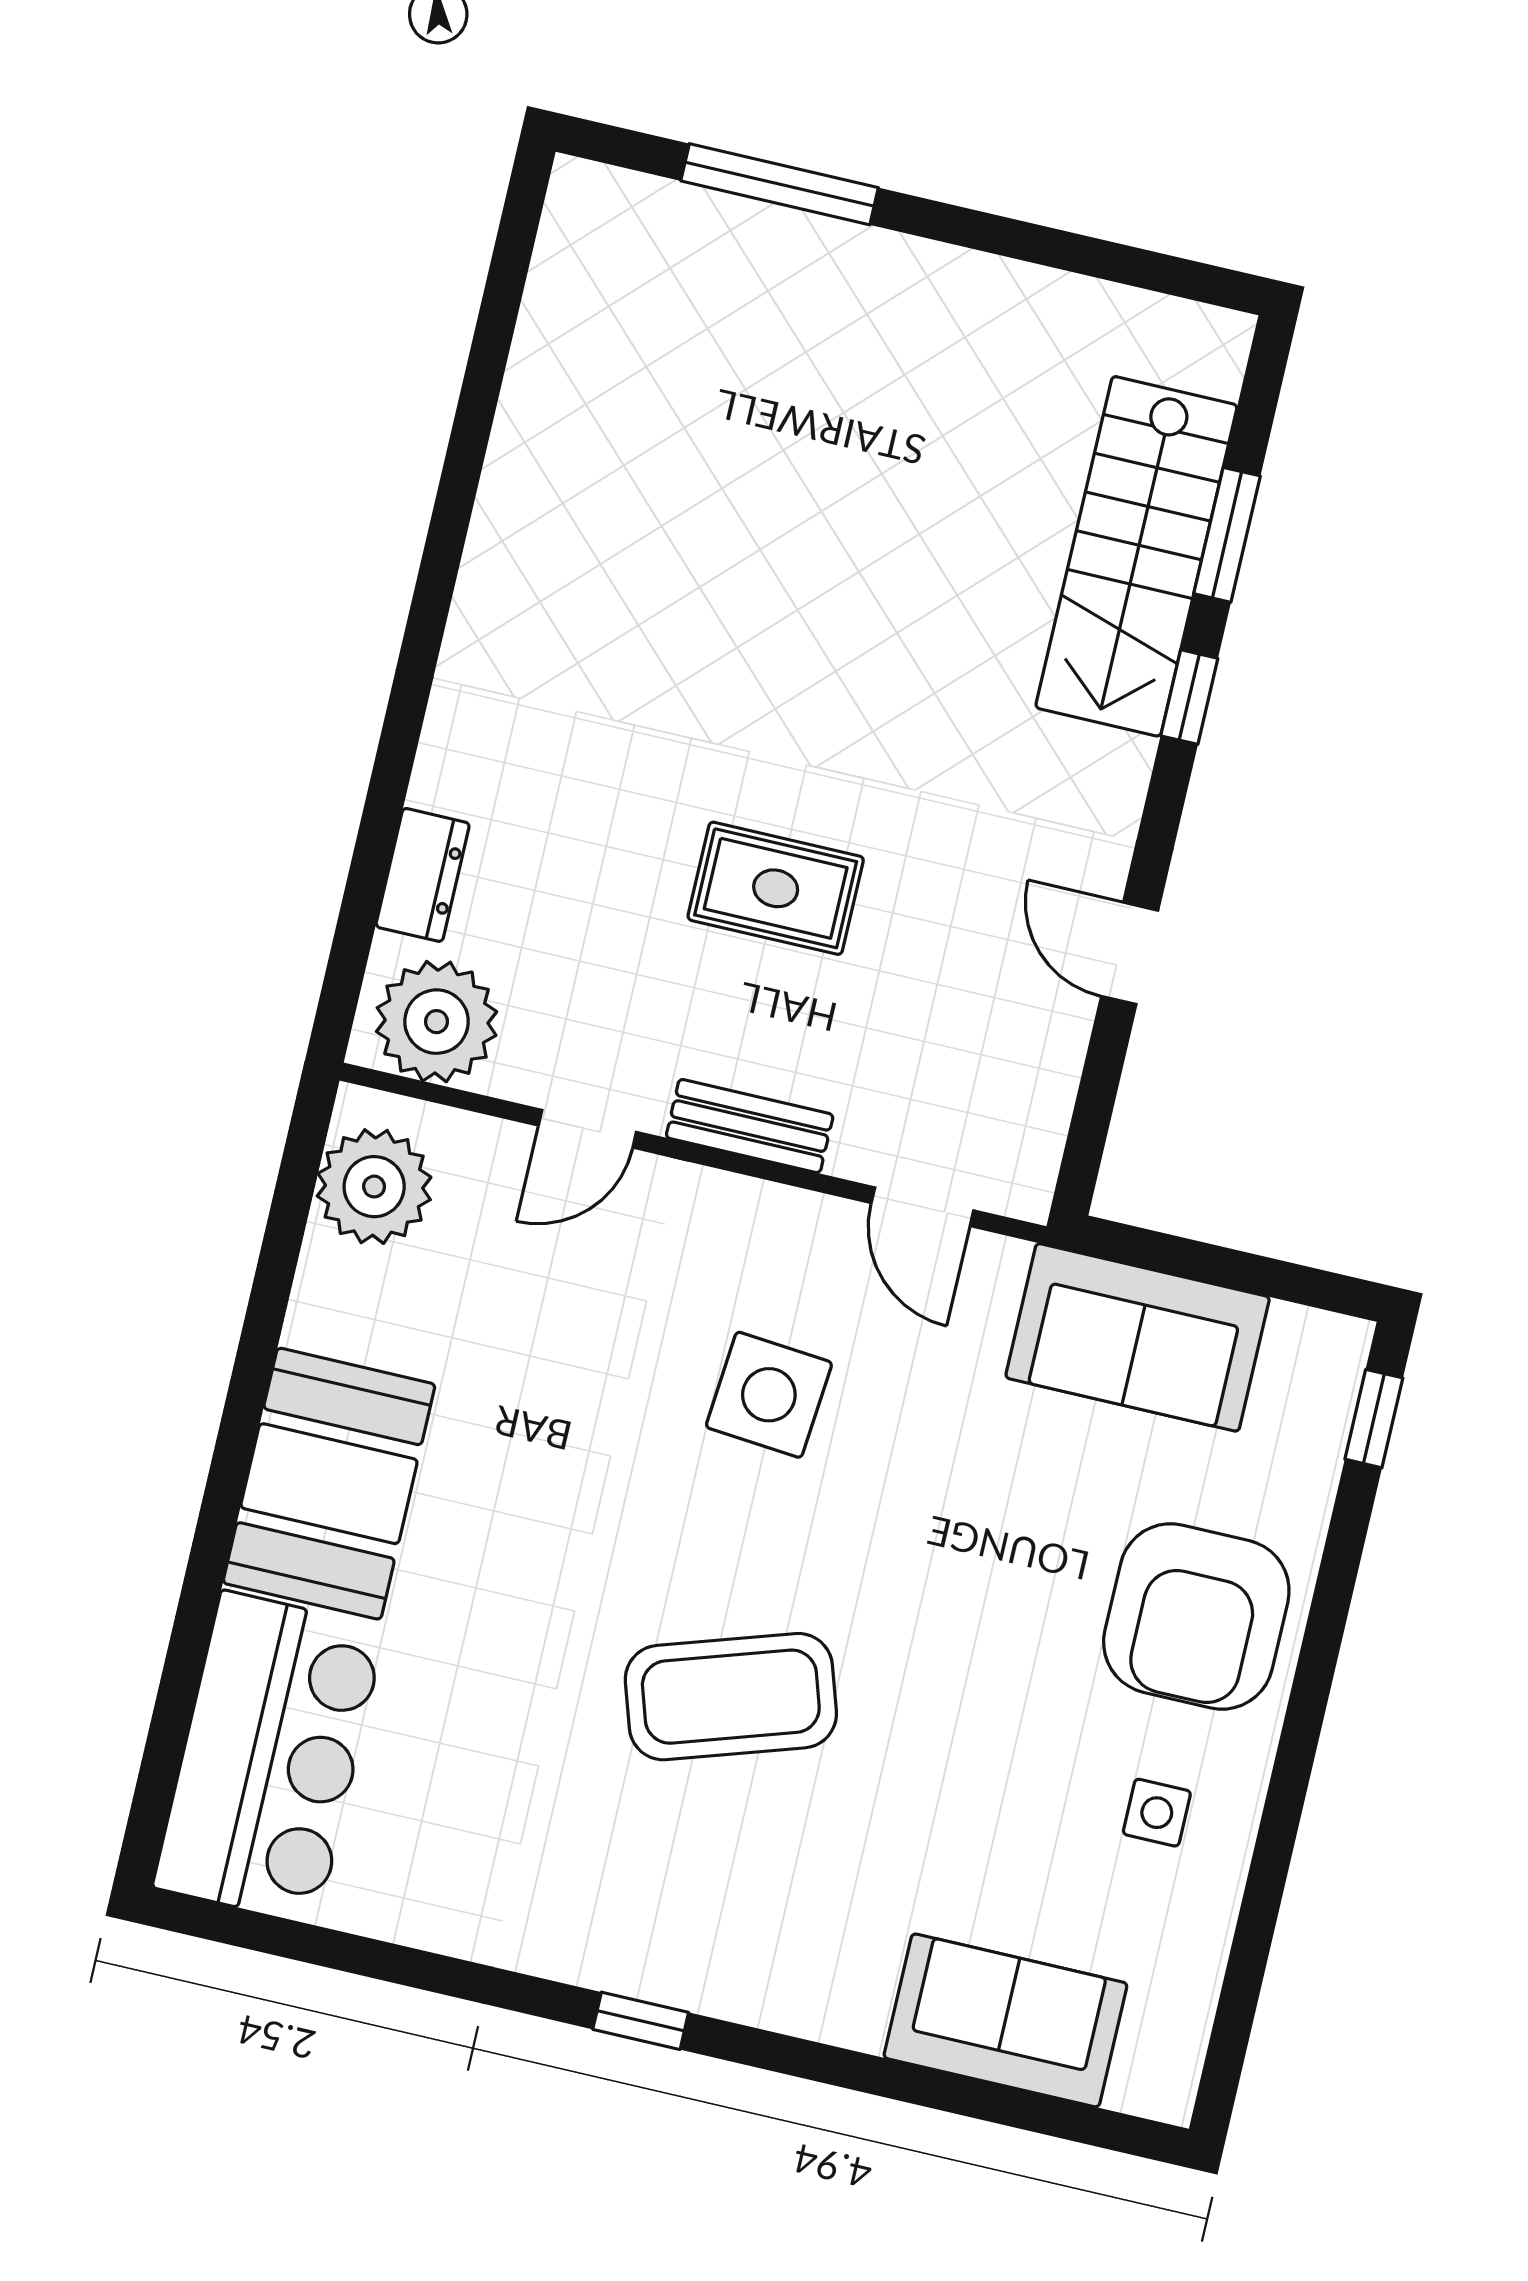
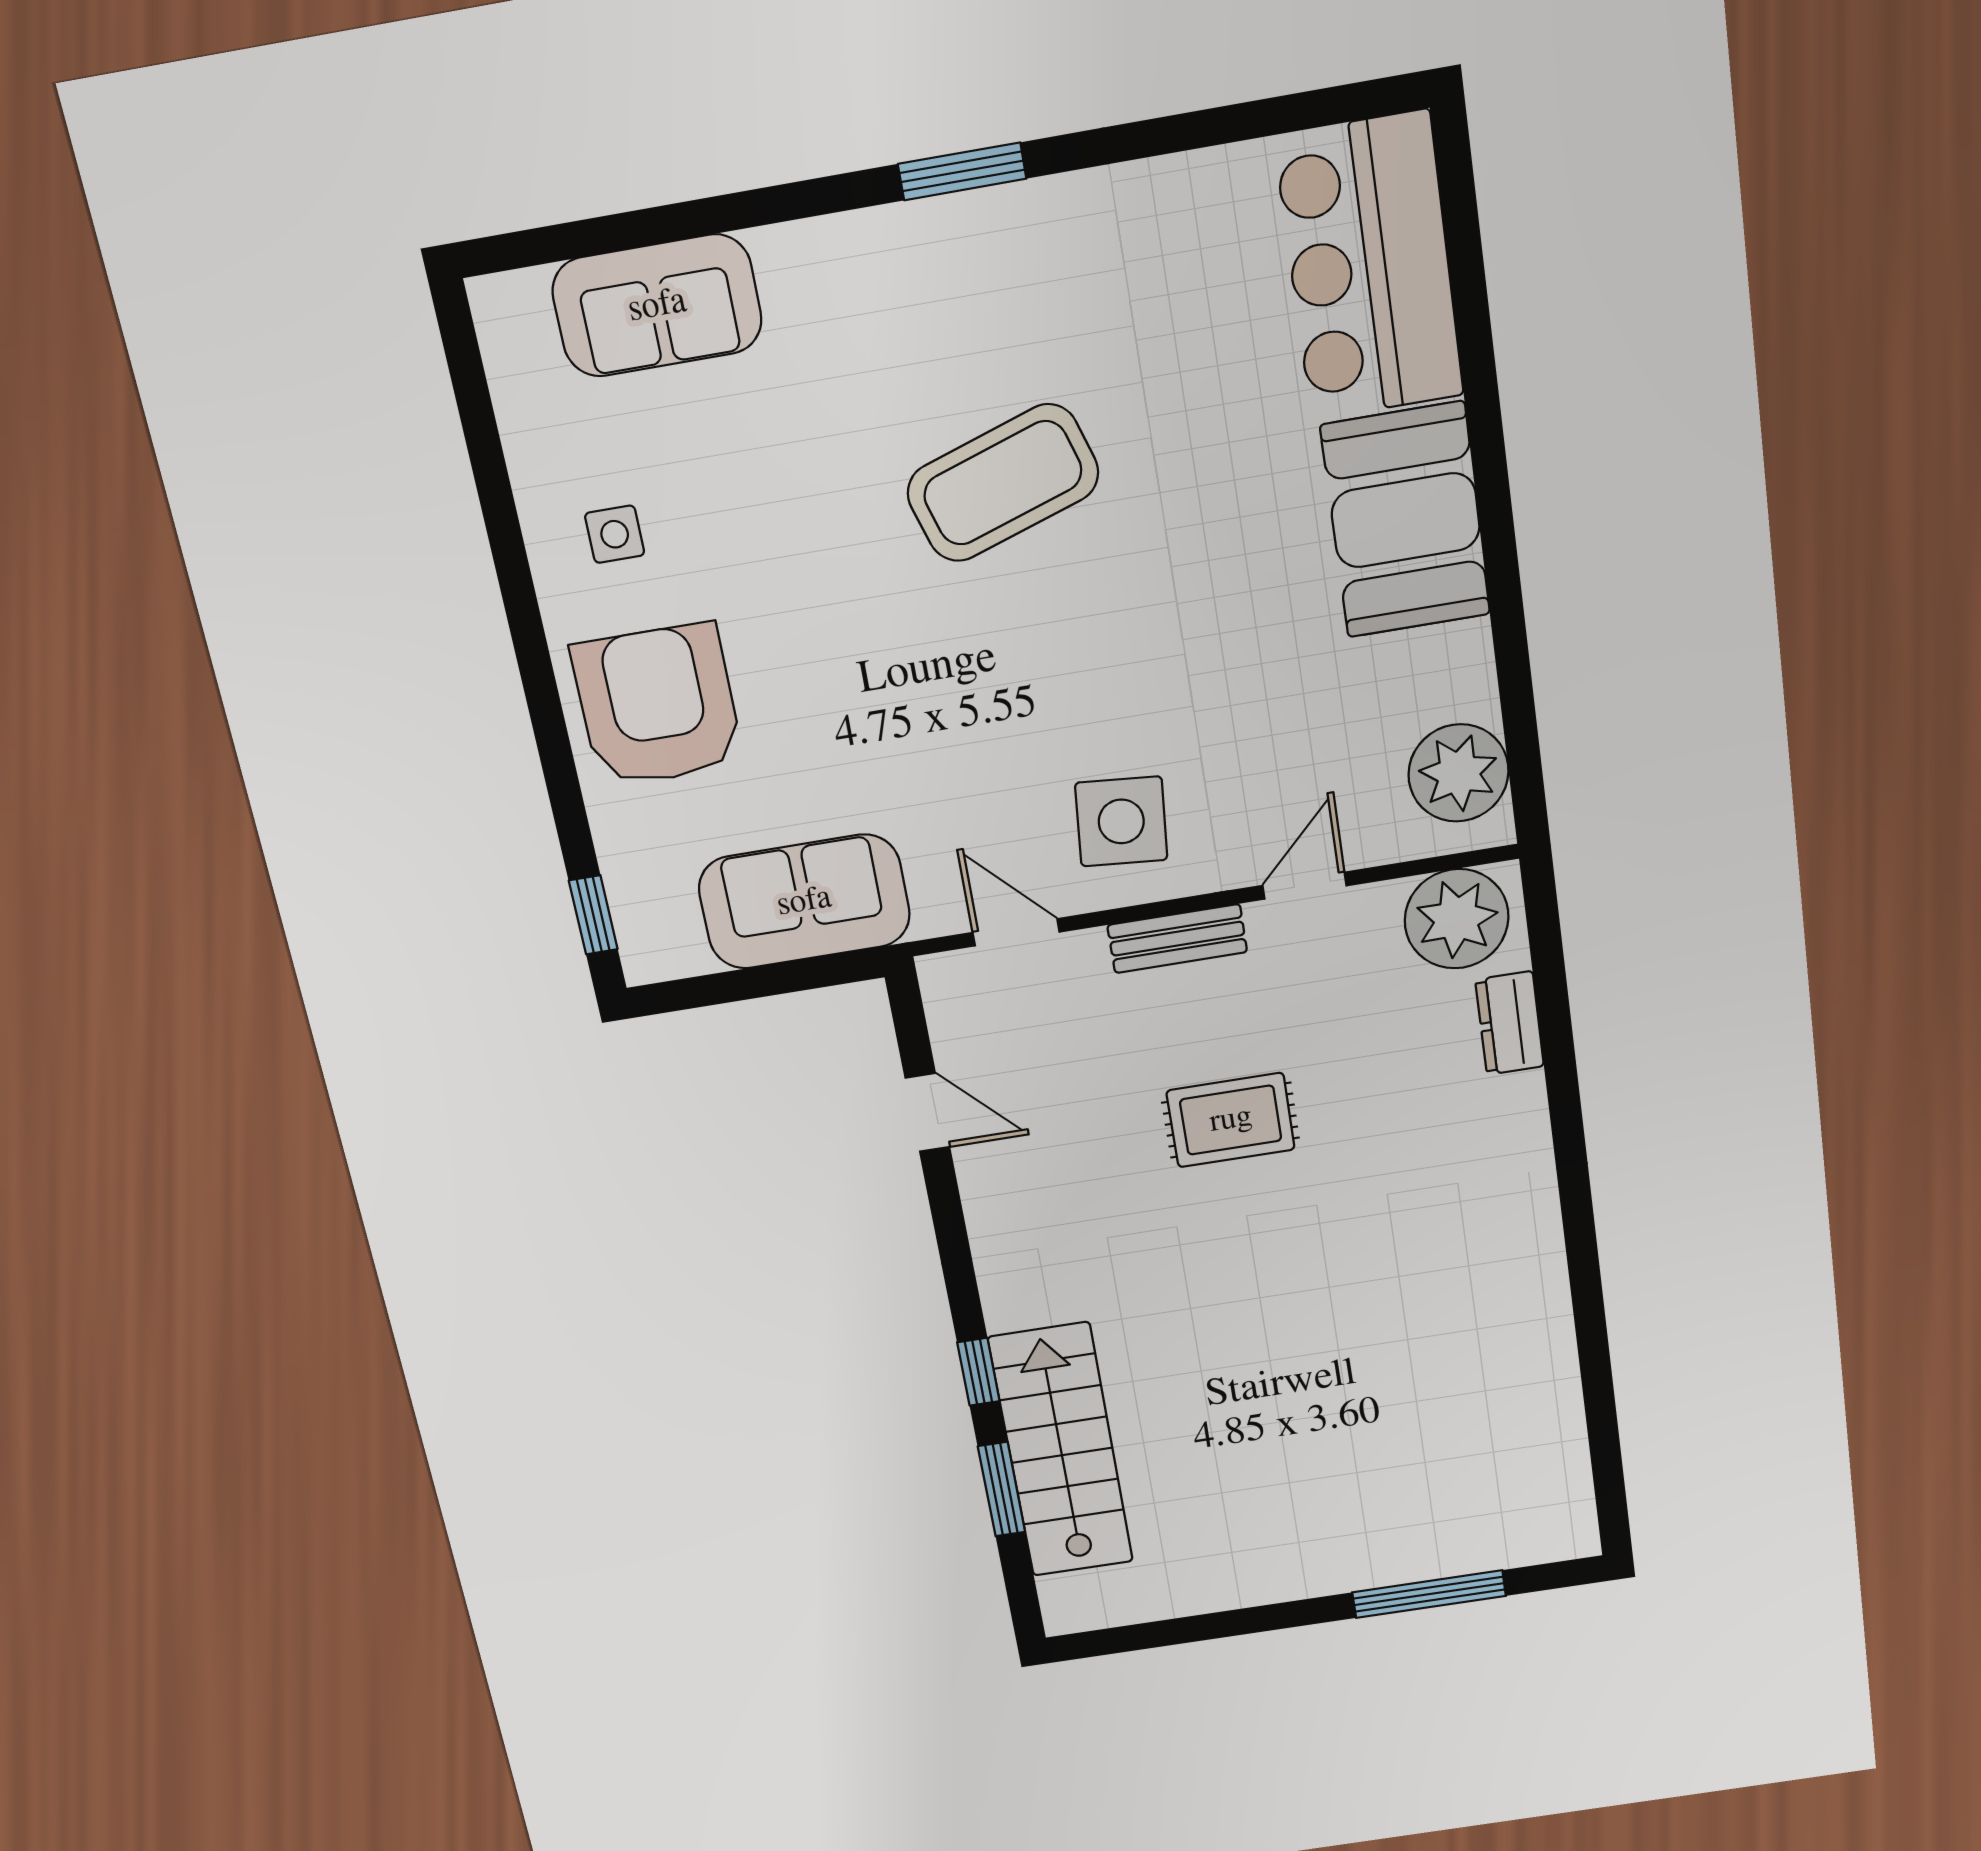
door: (1130, 953) -> (927, 1112), moved
side table: (769, 1395) -> (1121, 821), moved
window: (641, 2021) -> (962, 171), width x1.50

